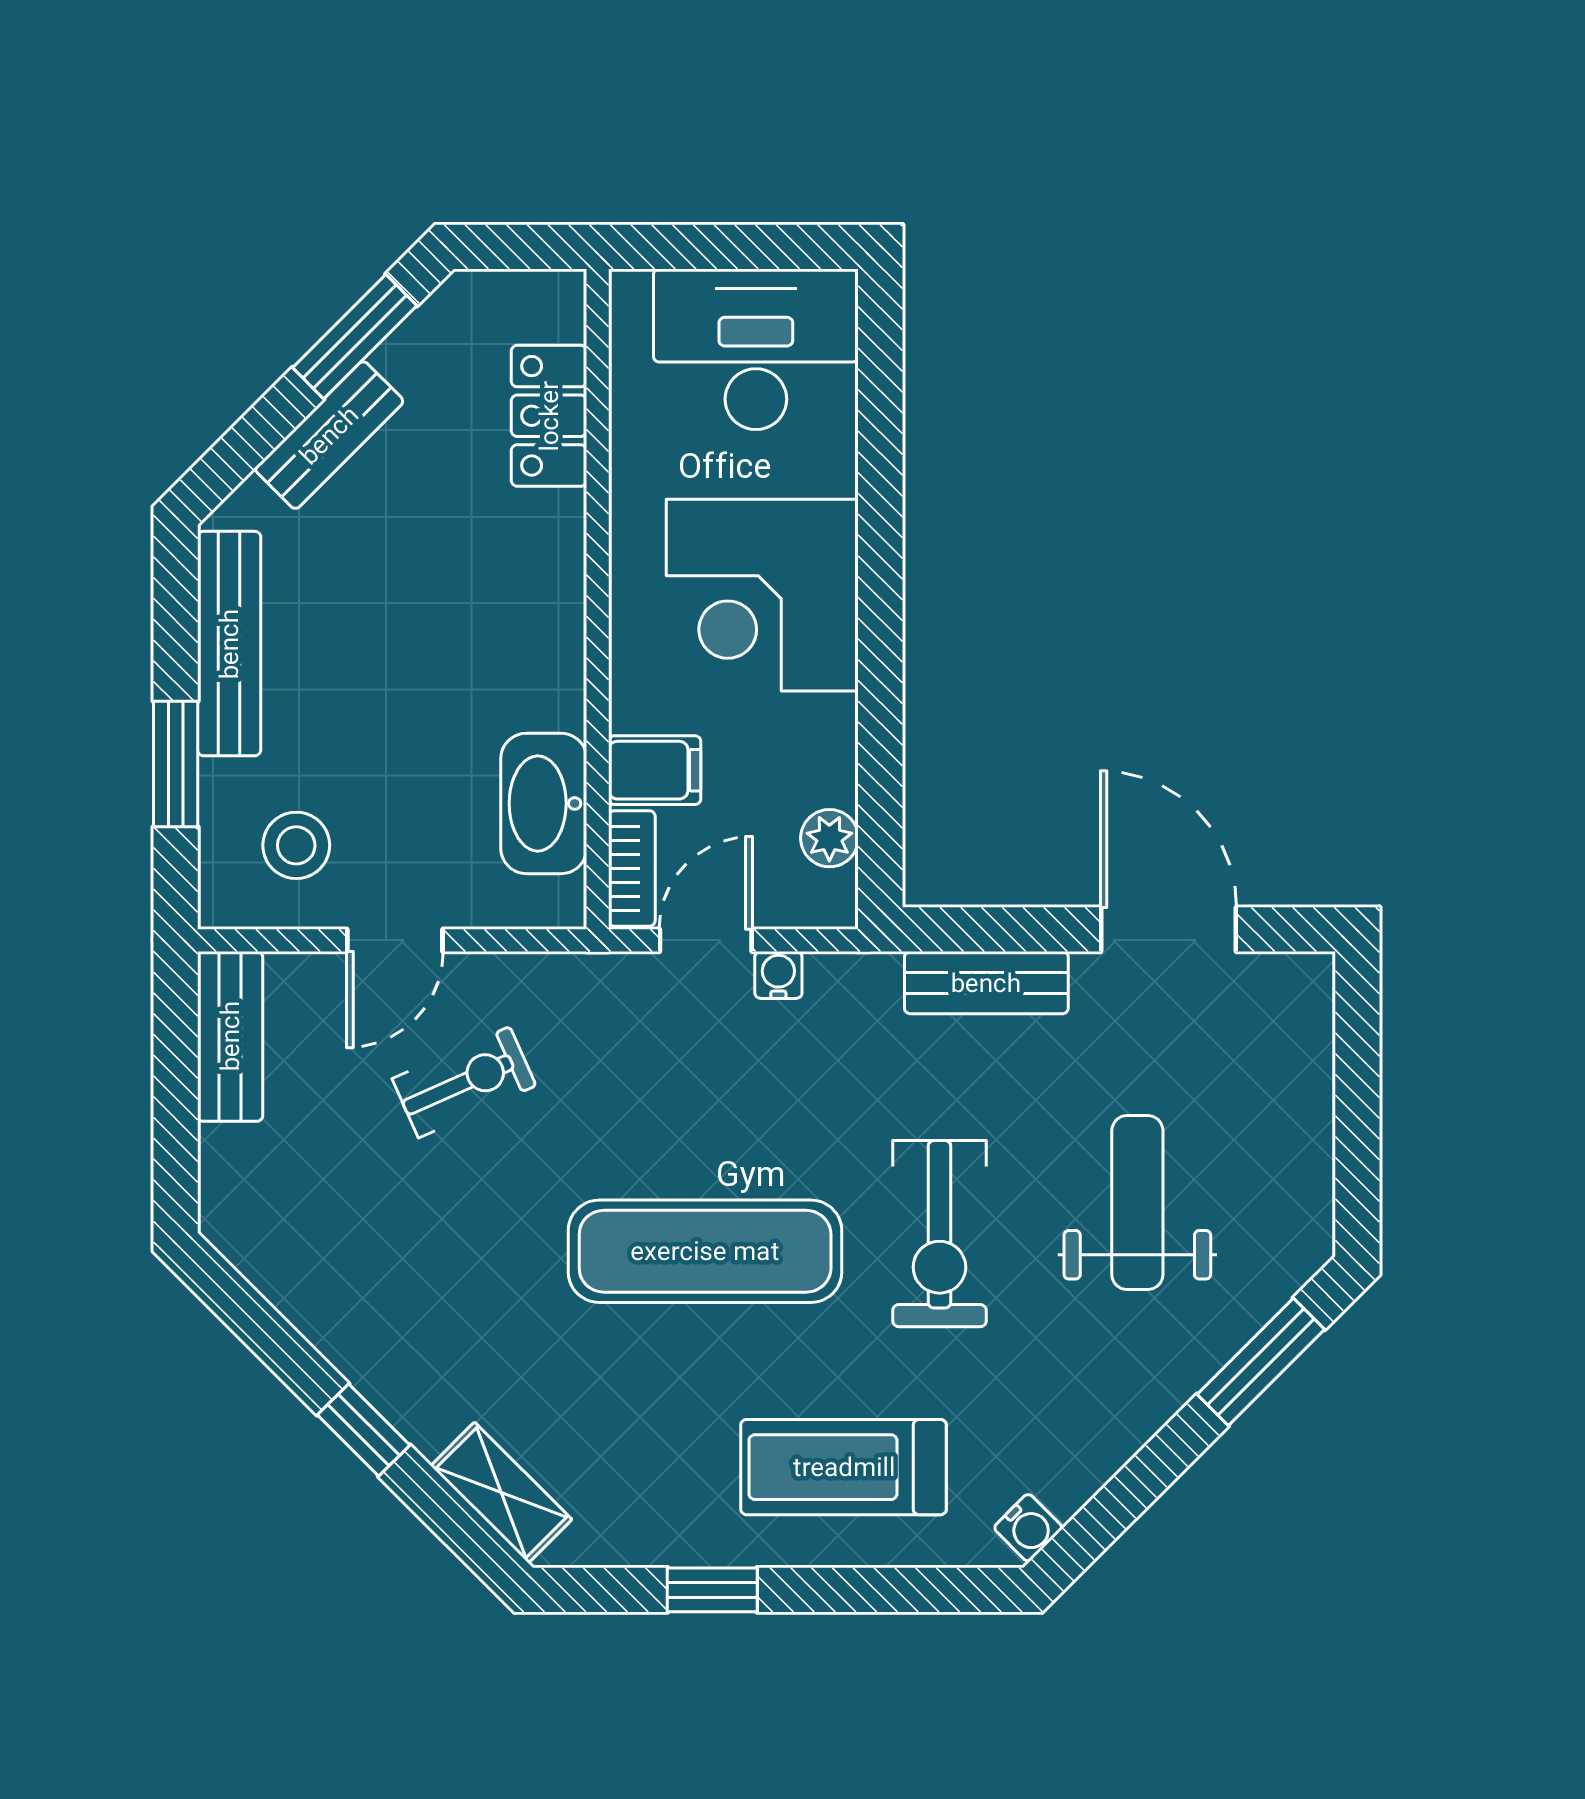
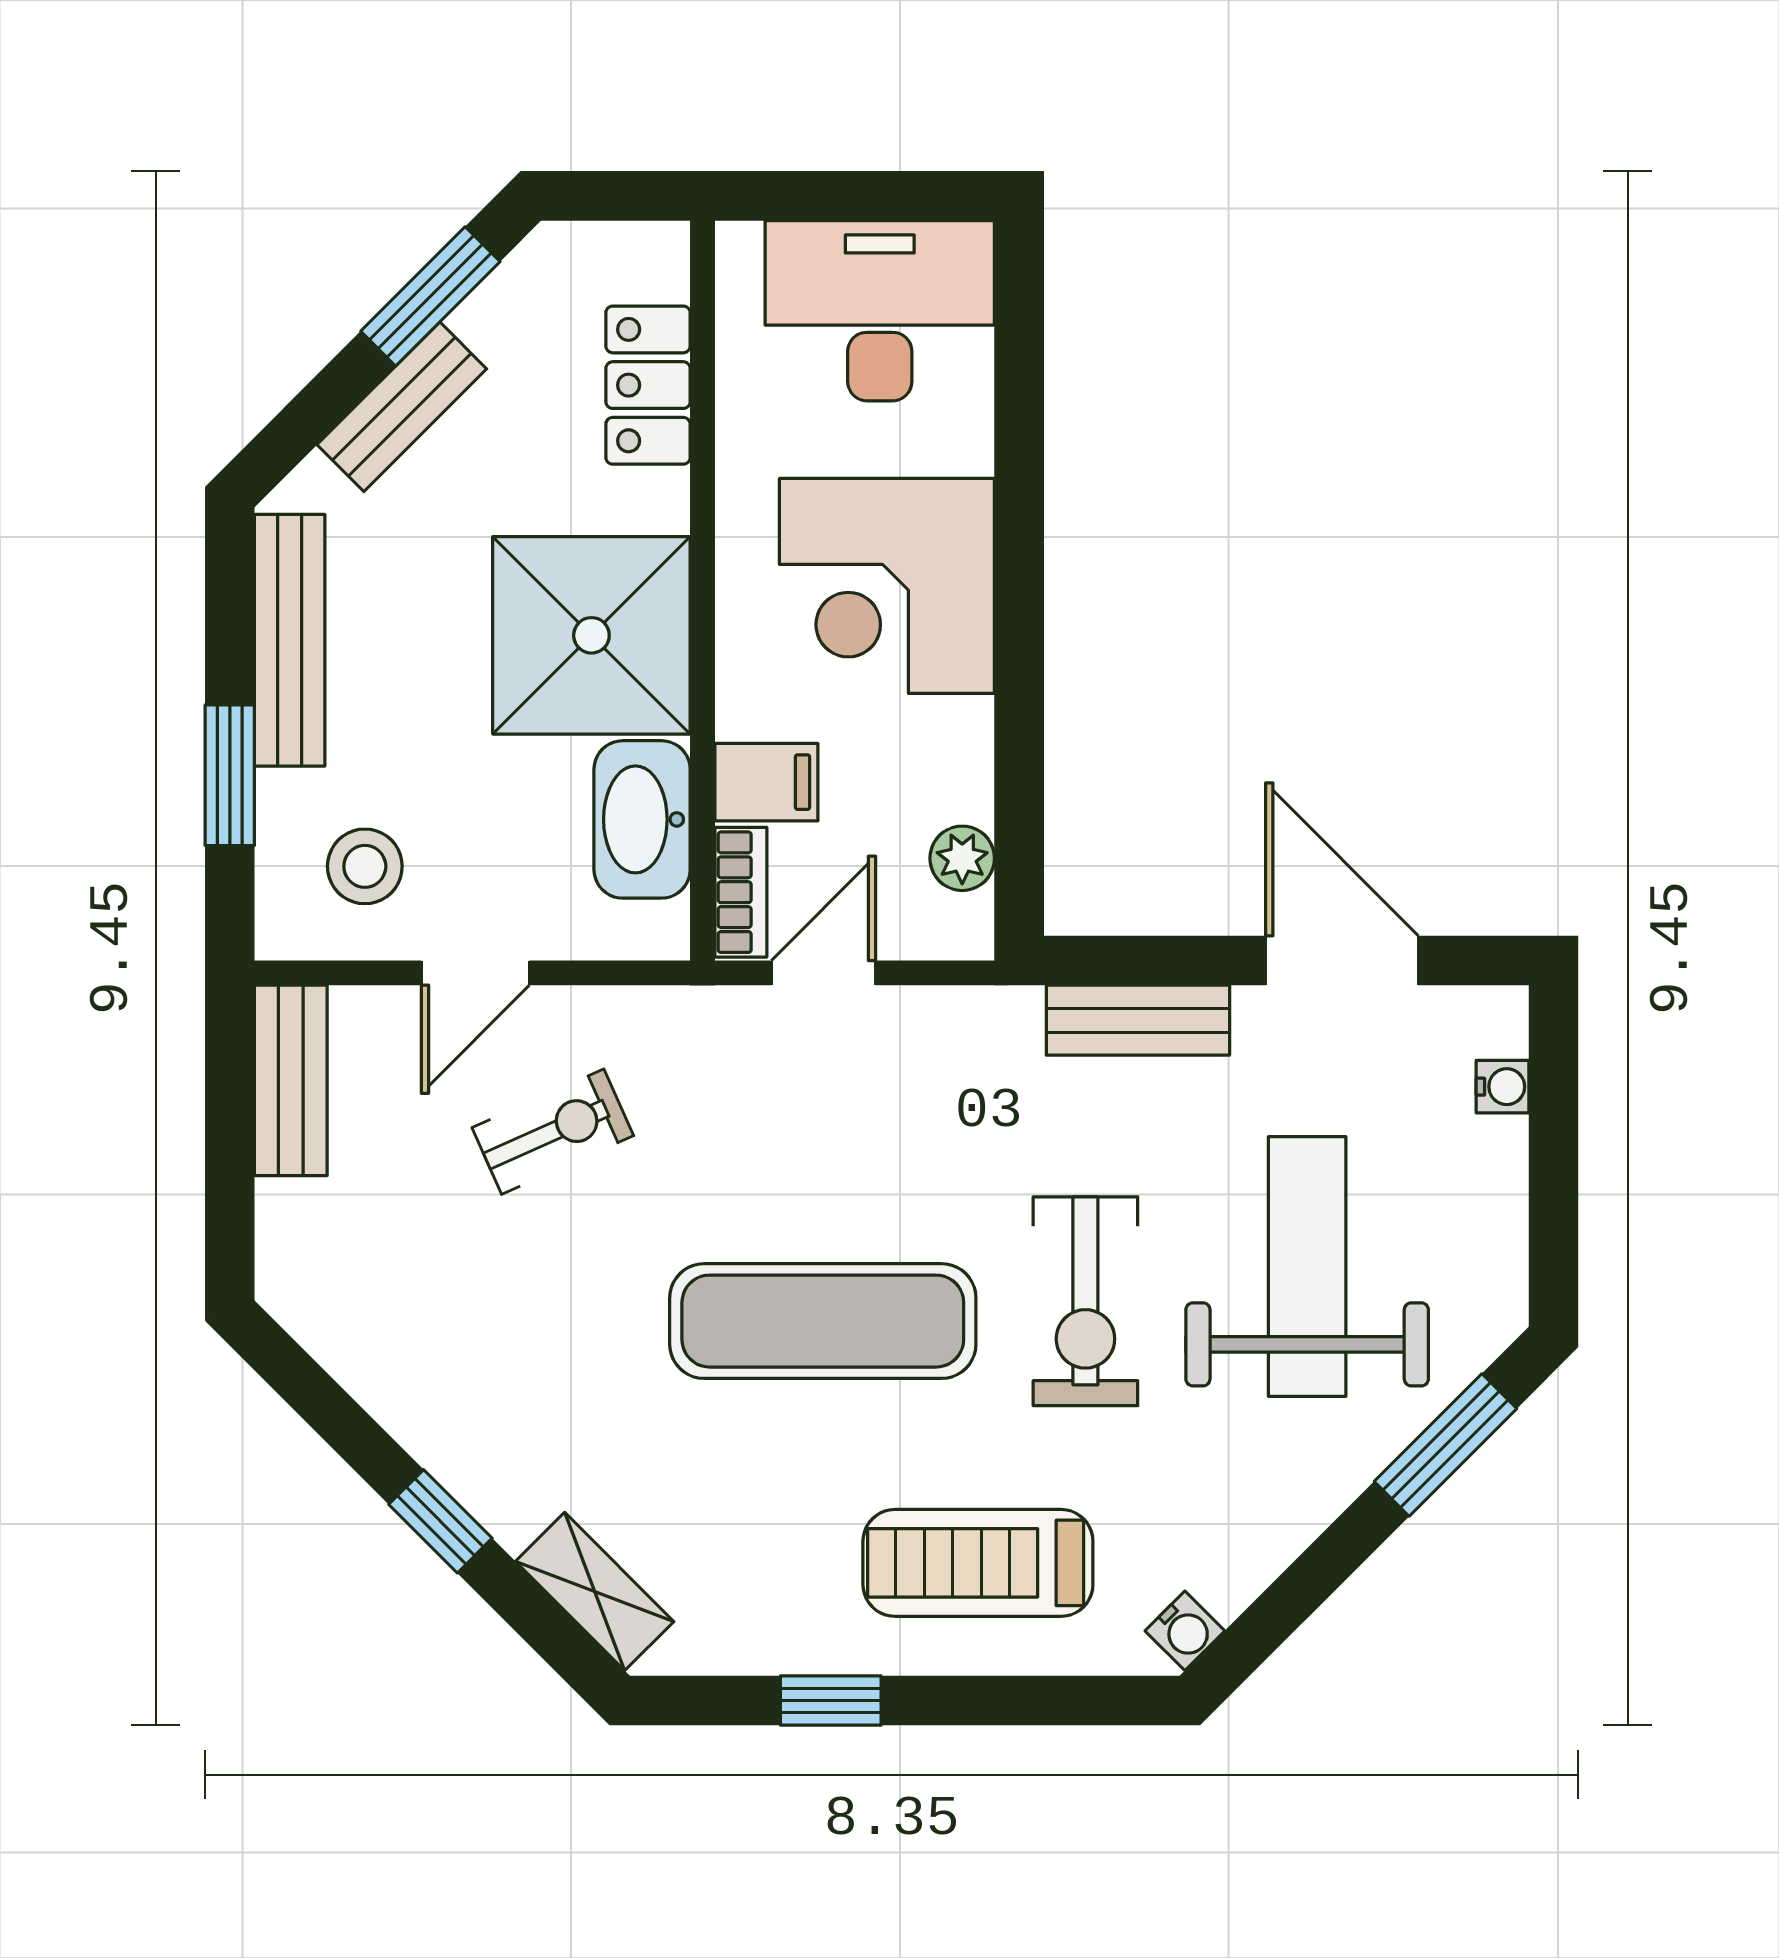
shower: (499, 639) -> (591, 635), added
water cooler: (778, 975) -> (1503, 1087), moved, turned 90
weight bench: (1137, 1203) -> (1307, 1266), width x1.36, depth x1.33

